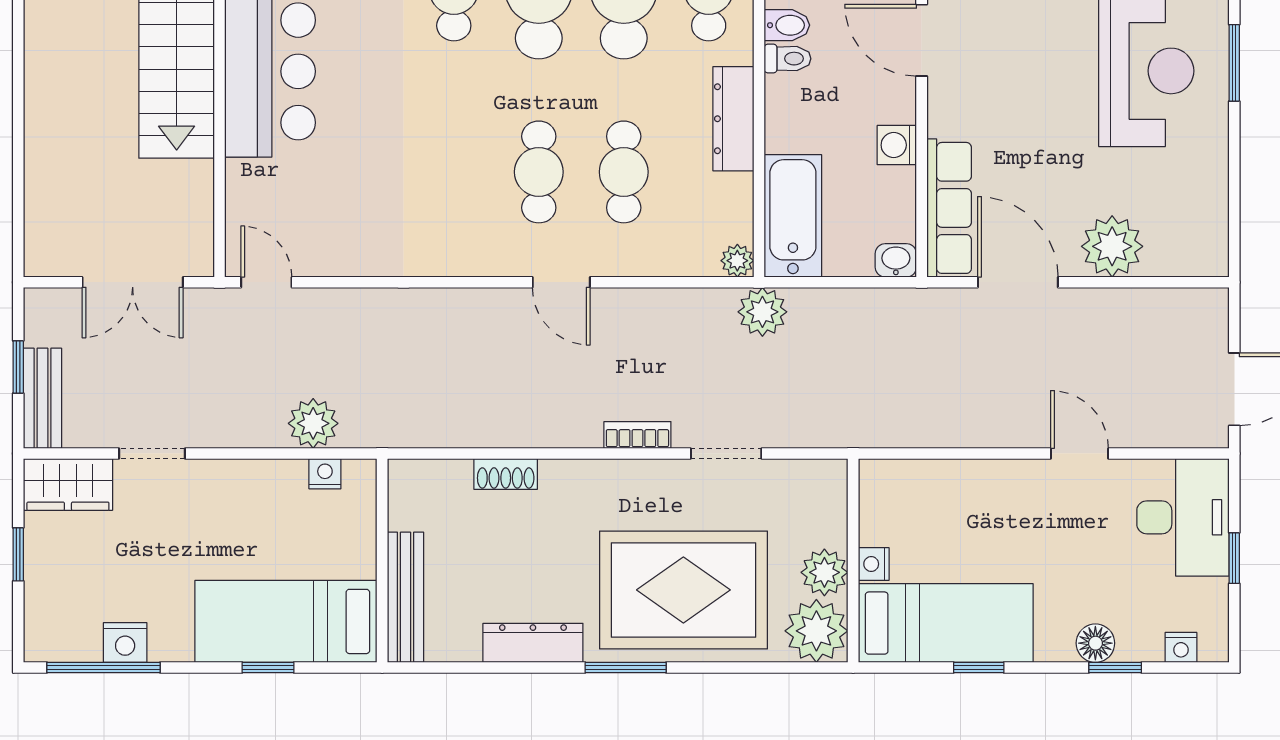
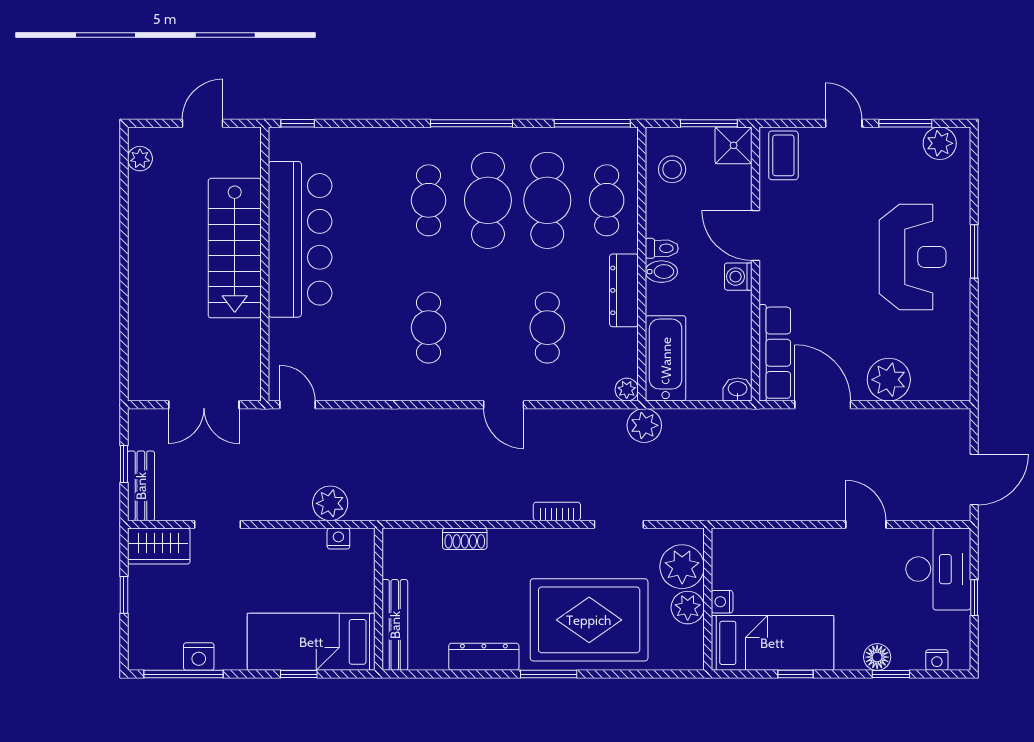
bidet: (787, 25) -> (661, 272), moved
washing machine: (897, 145) -> (738, 277), moved
cafe table: (539, 172) -> (429, 328), moved
plant: (816, 631) -> (682, 567), moved

